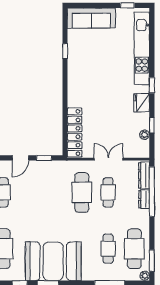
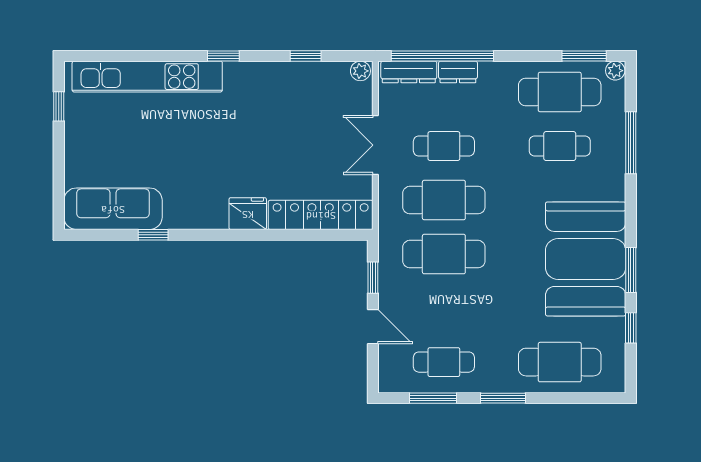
sofa: (91, 18) -> (113, 209), moved, turned -90
fridge: (142, 103) -> (248, 214), moved, turned 180
plant: (145, 135) -> (360, 71), moved
cafe table: (56, 192) -> (444, 254), added

